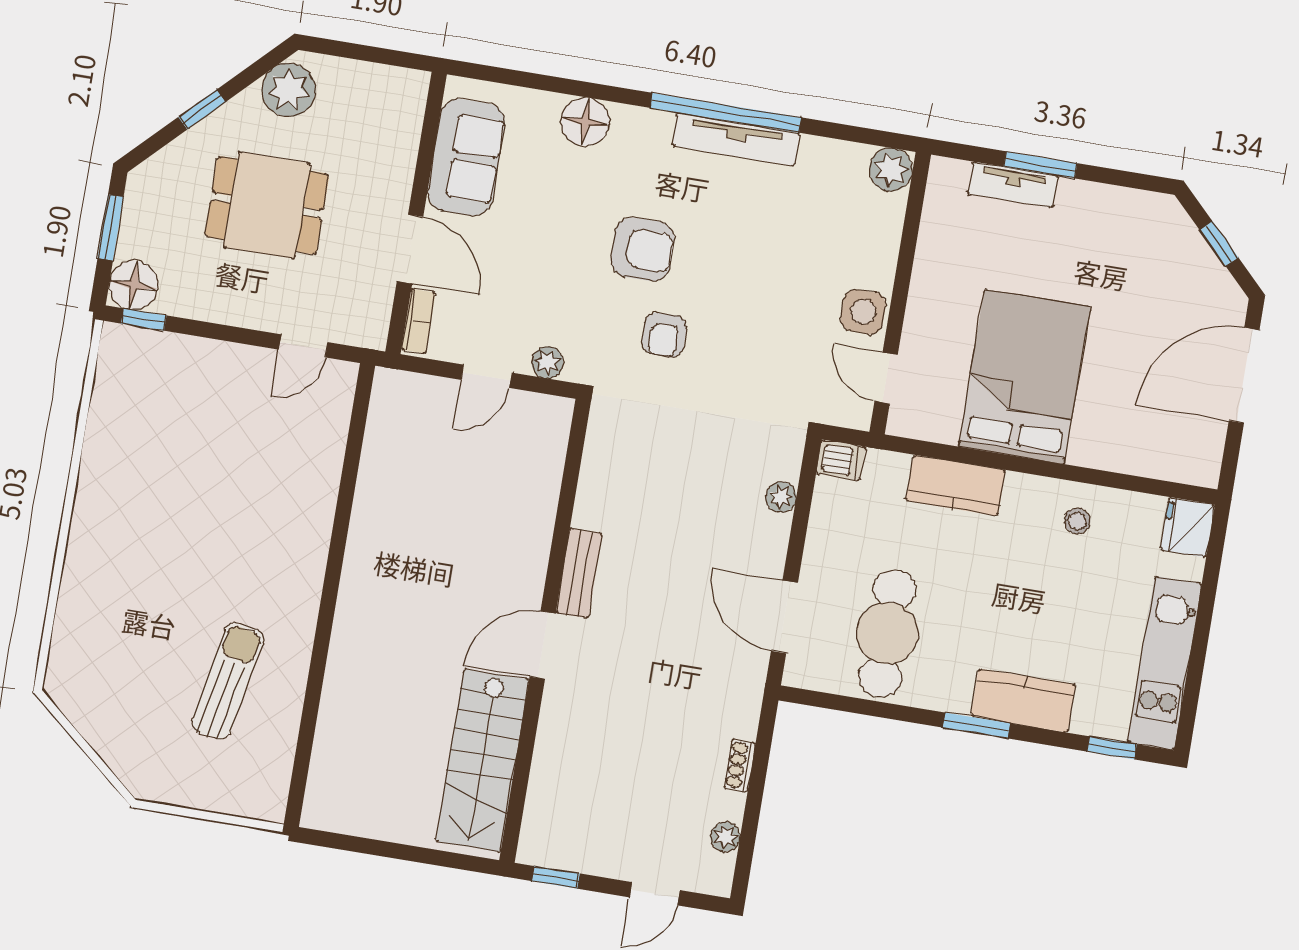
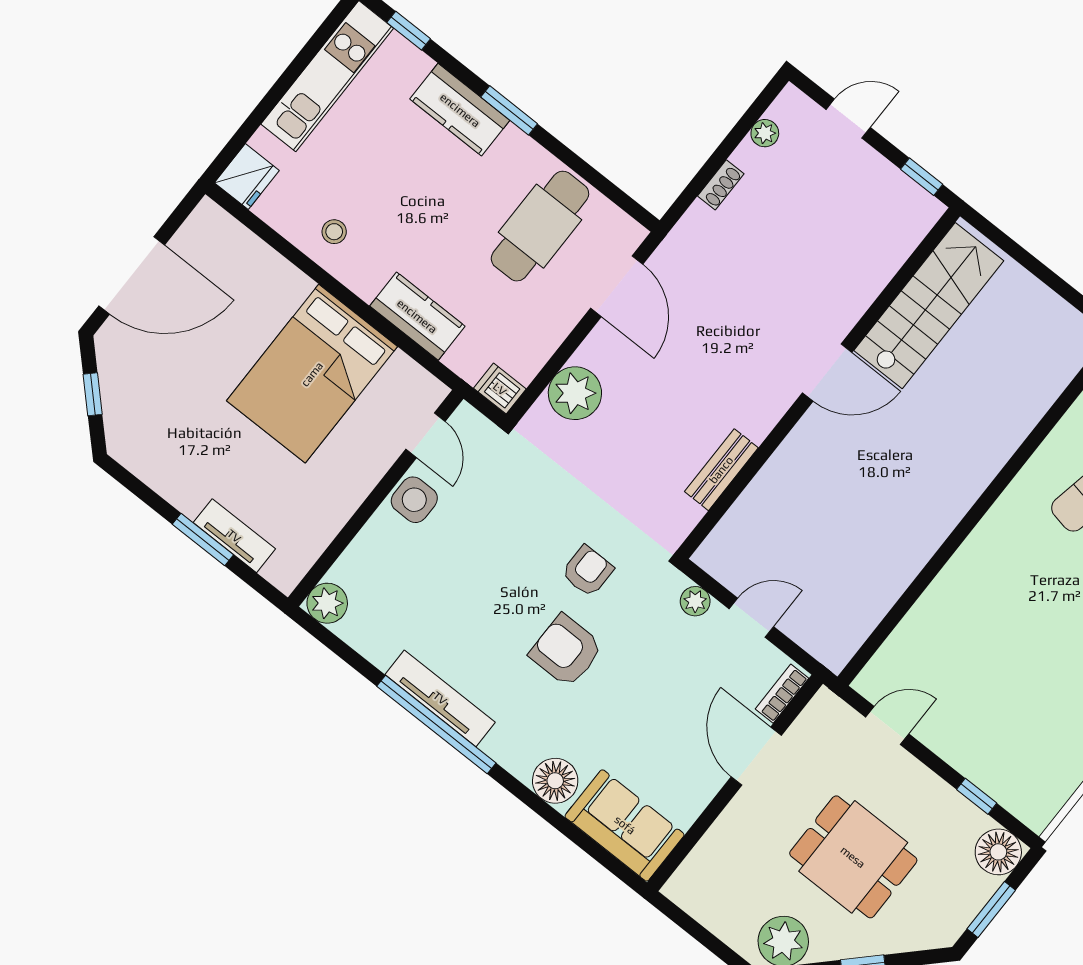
sofa: (466, 157) -> (625, 825), moved, turned 90
window: (144, 320) -> (977, 796), moved
plant: (781, 497) -> (575, 393), width x1.88, depth x1.88
bench: (579, 573) -> (721, 470), moved

